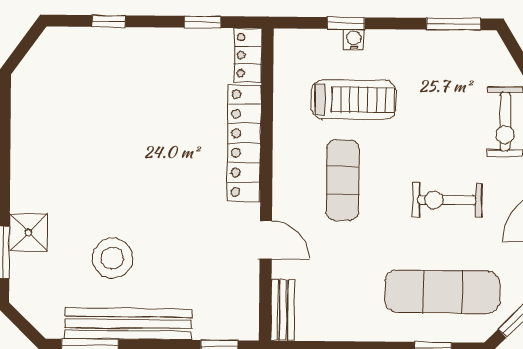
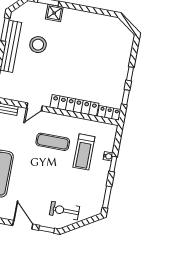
window: (109, 21) -> (130, 74), moved
window: (346, 23) -> (113, 164), moved
exercise bike: (447, 200) -> (37, 182), removed

